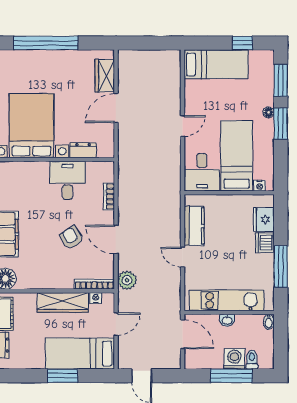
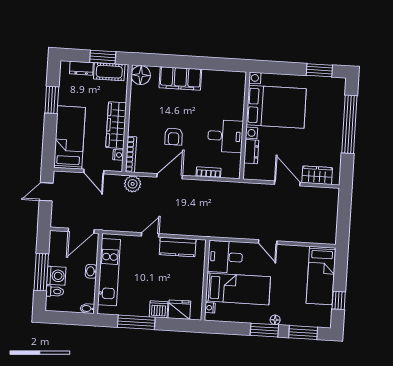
armchair: (71, 238) -> (174, 136), turned 122
window: (63, 376) -> (52, 100), moved

